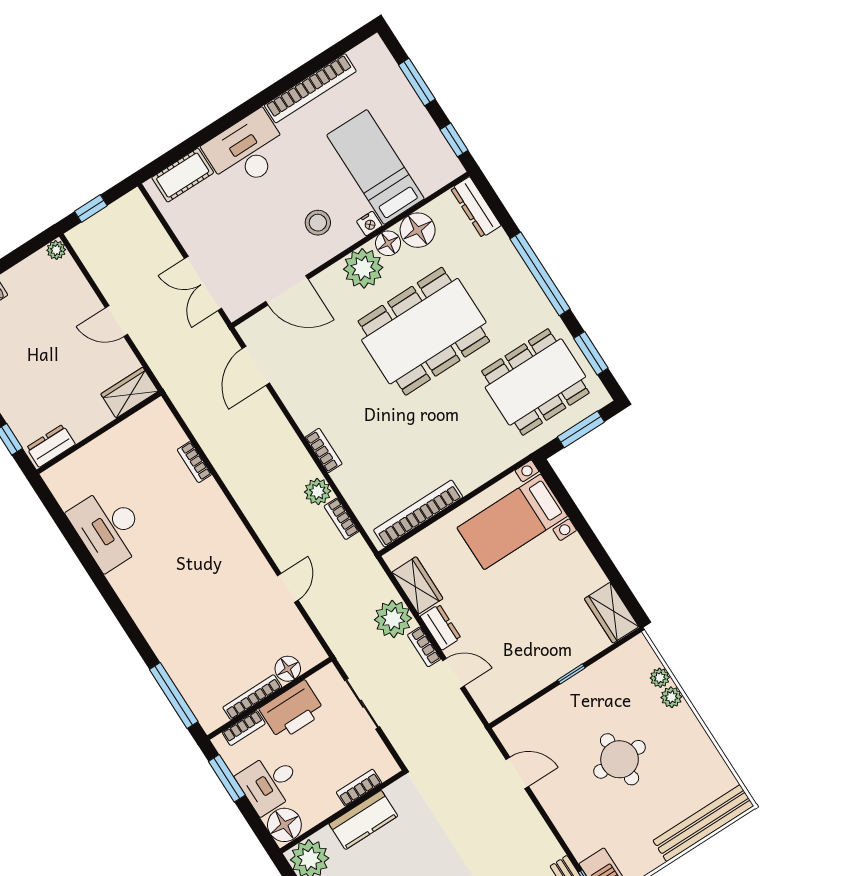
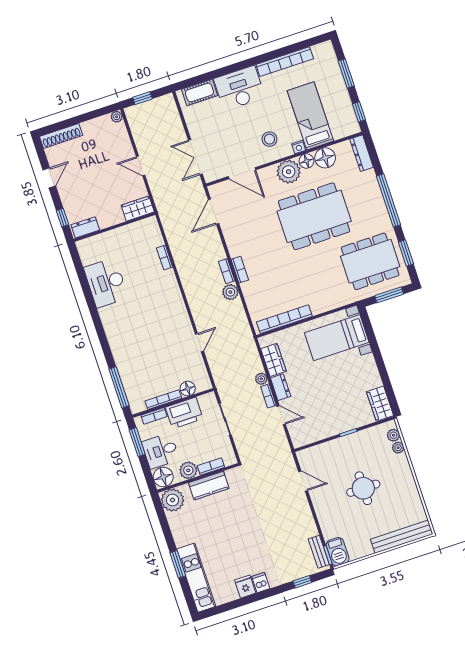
bookcase: (341, 519) -> (227, 271), moved
plant: (393, 619) -> (261, 379), width x0.53, depth x0.53
plant: (671, 697) -> (393, 435), moved
plant: (323, 803) -> (188, 470), added

